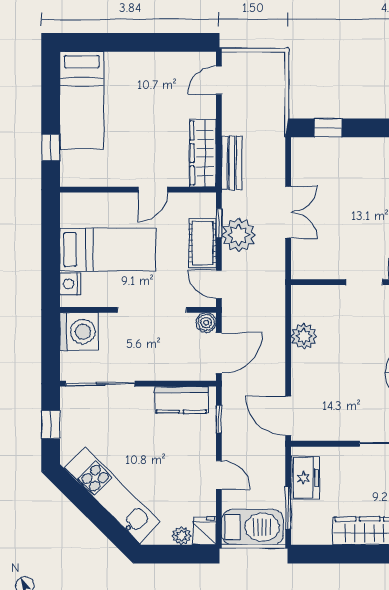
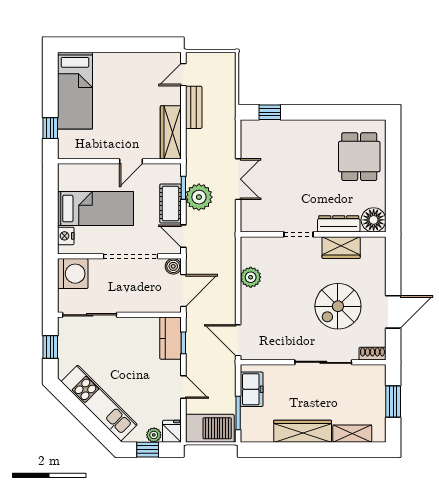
bench: (232, 163) -> (194, 107), moved
kitchen counter: (181, 400) -> (171, 338), moved, turned 90
window: (174, 554) -> (148, 450), added

